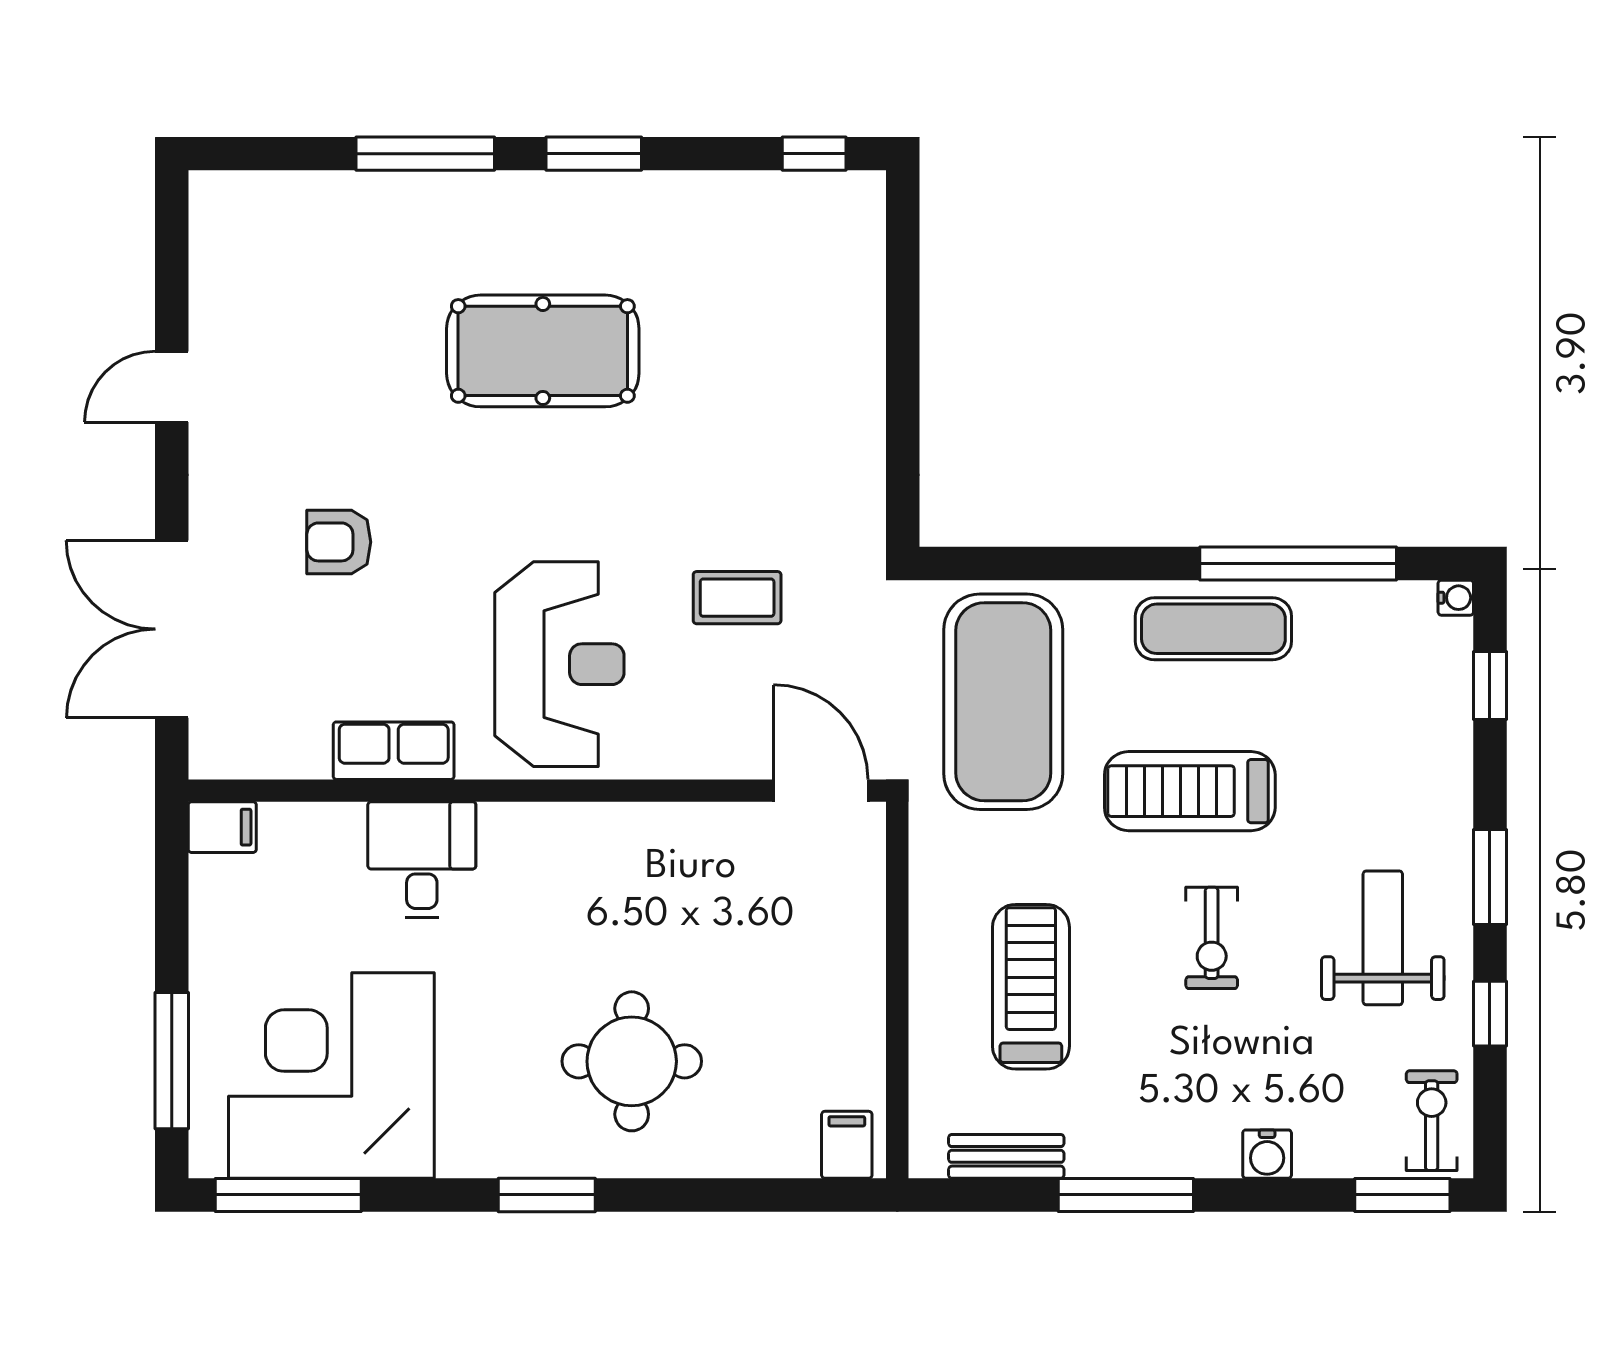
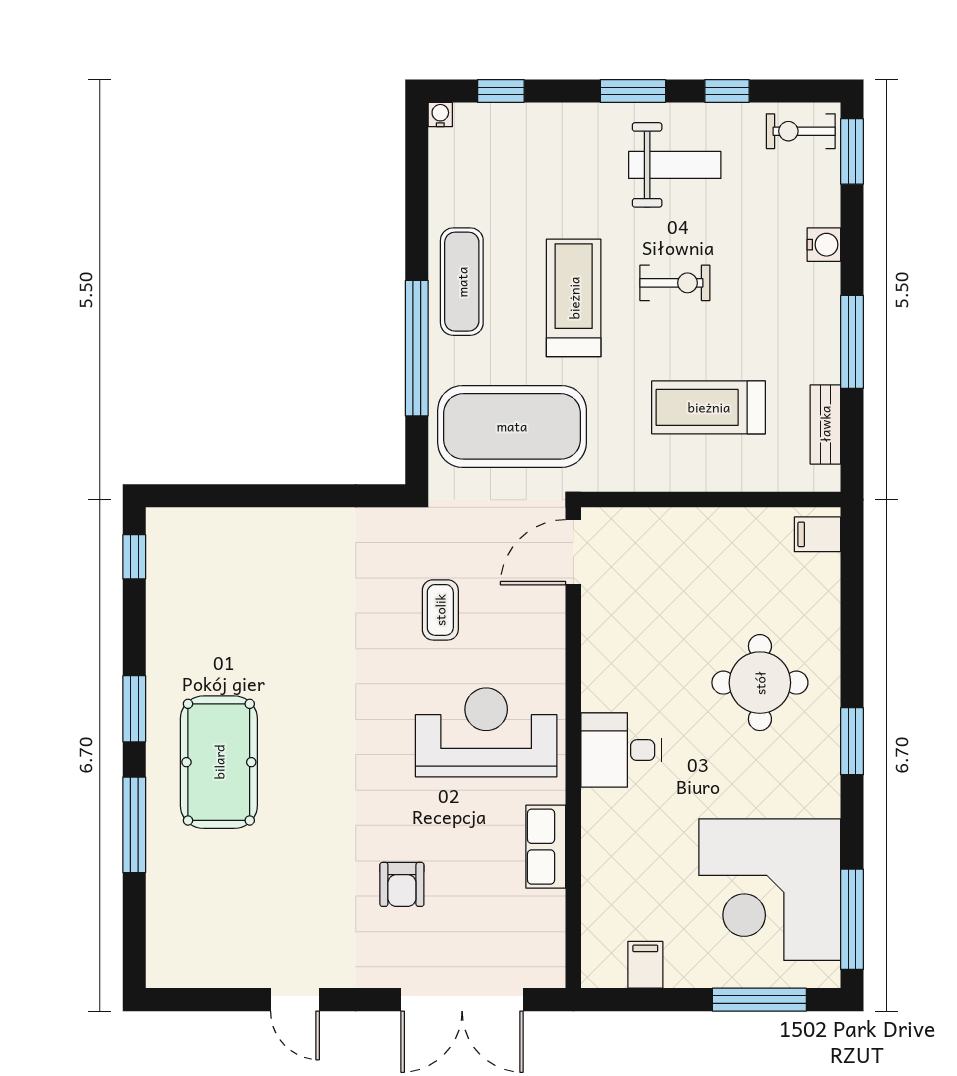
pool table: (543, 351) -> (219, 762), moved
window: (1298, 563) -> (417, 348), moved
treadmill: (1190, 791) -> (574, 298), turned 180
filing cabinet: (222, 827) -> (645, 965), moved
desk: (422, 860) -> (621, 750), moved
weight bench: (1383, 938) -> (675, 165), turned 180

